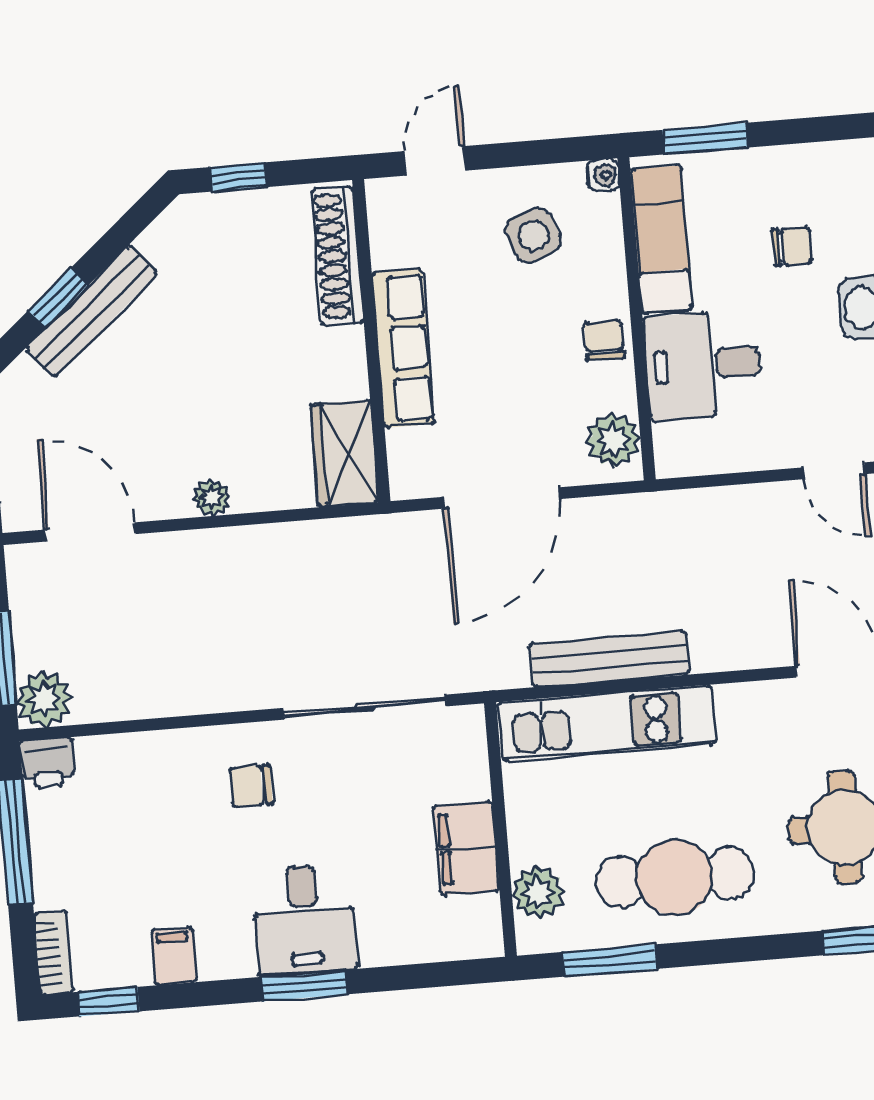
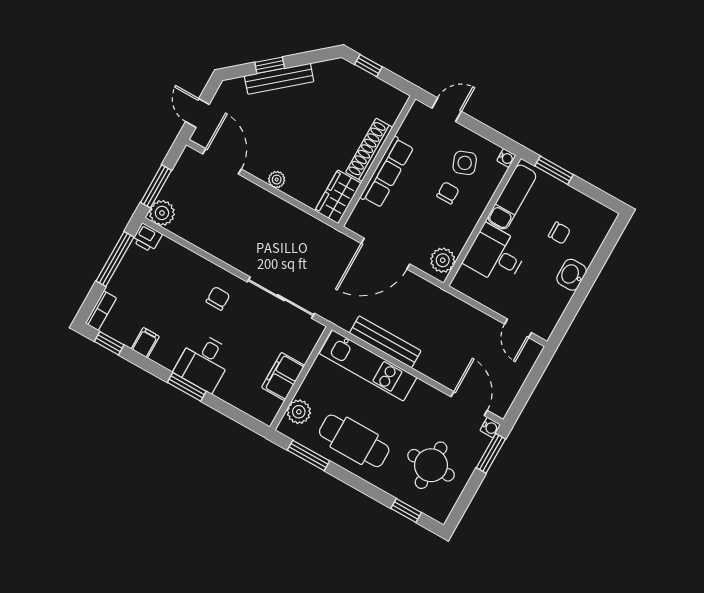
shoe rack: (337, 256) -> (369, 150), moved
chair: (604, 340) -> (448, 193), moved
chair: (251, 786) -> (218, 298), turned 90

